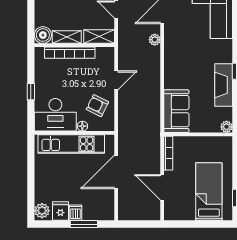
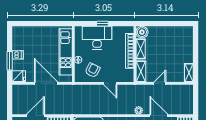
desk: (55, 115) -> (97, 38), moved, turned 90
plant: (42, 211) -> (19, 31), removed
fridge: (60, 211) -> (19, 76), moved

